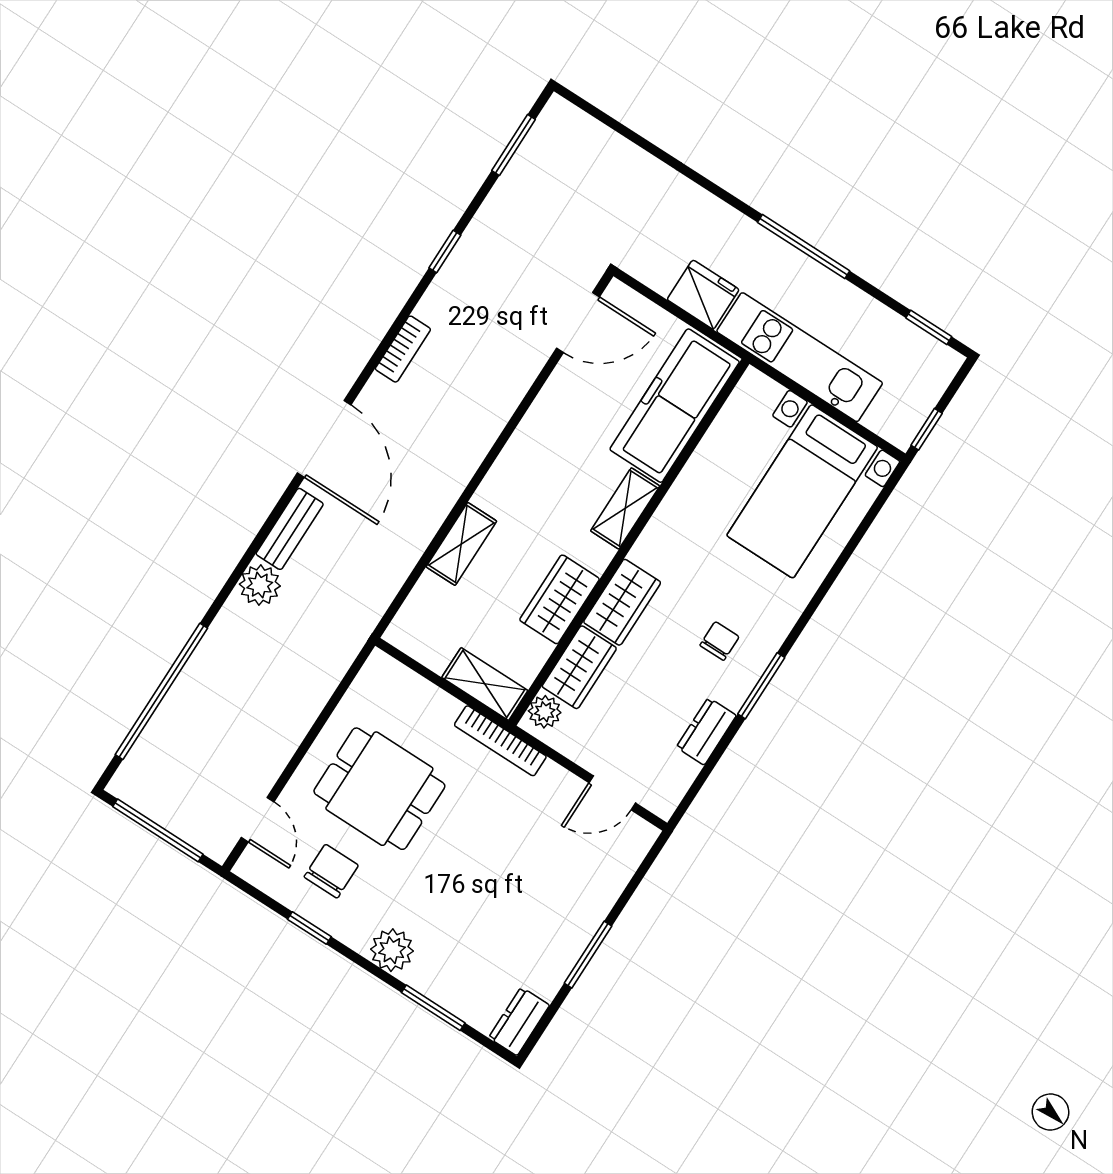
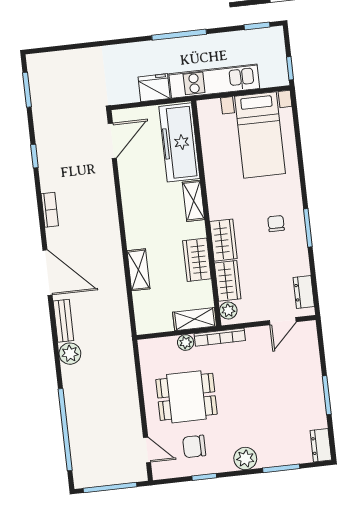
plant: (443, 708) -> (186, 343), added
dresser: (706, 731) -> (304, 292), moved
chair: (331, 871) -> (194, 446), turned -90

